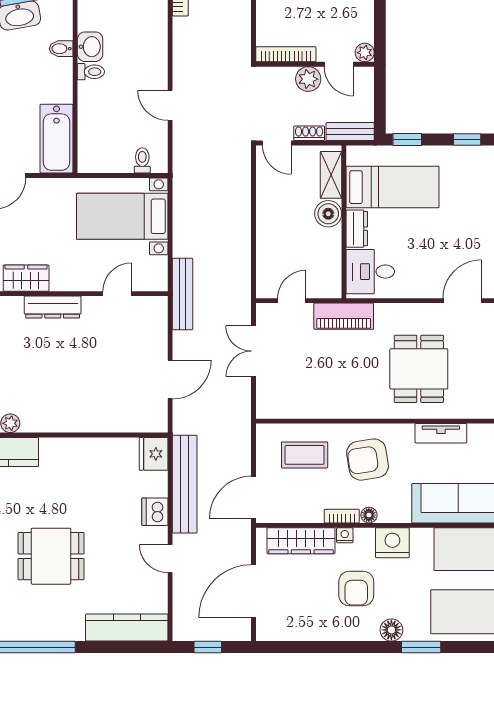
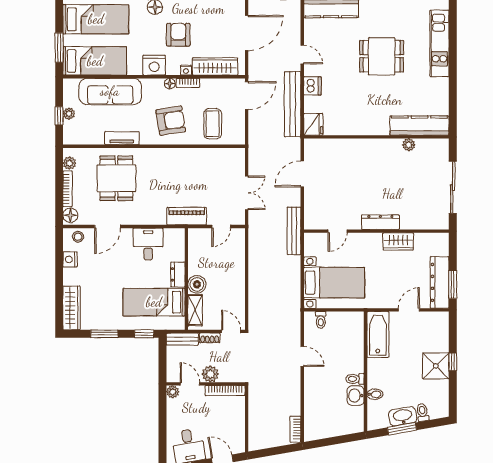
window: (467, 140) -> (104, 334), width x1.50
desk: (370, 272) -> (148, 244), moved, turned -90
dining table: (419, 369) -> (116, 178), moved
coffee table: (305, 455) -> (213, 124), turned 90

